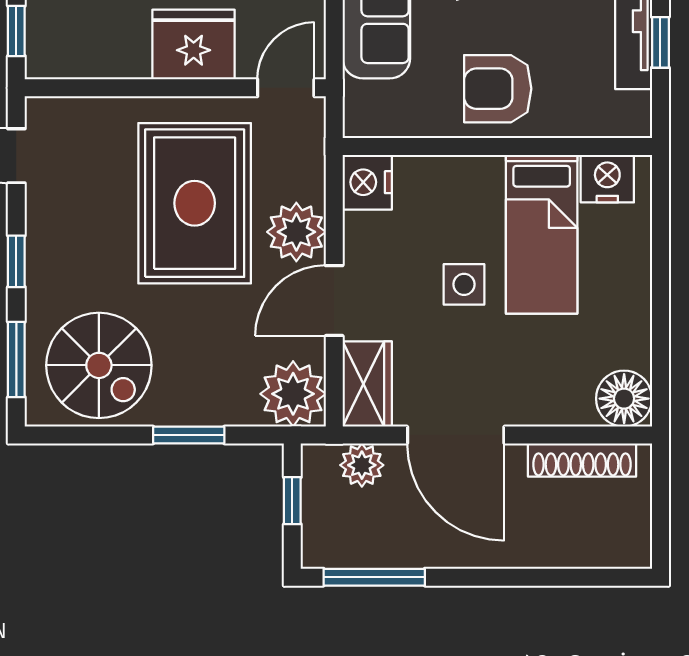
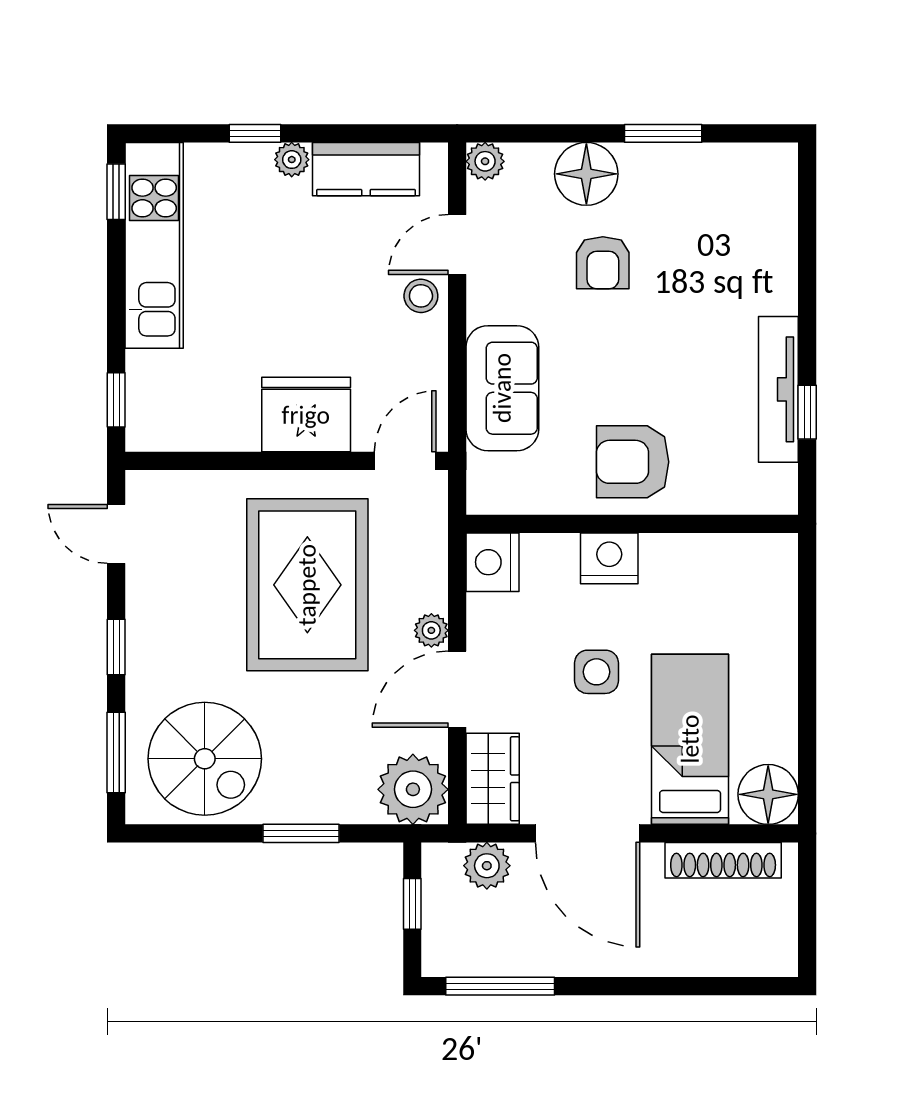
nightstand: (607, 179) -> (609, 558), moved
plant: (296, 232) -> (431, 630), width x0.53, depth x0.53
bed: (542, 234) -> (690, 739), moved, turned 180

